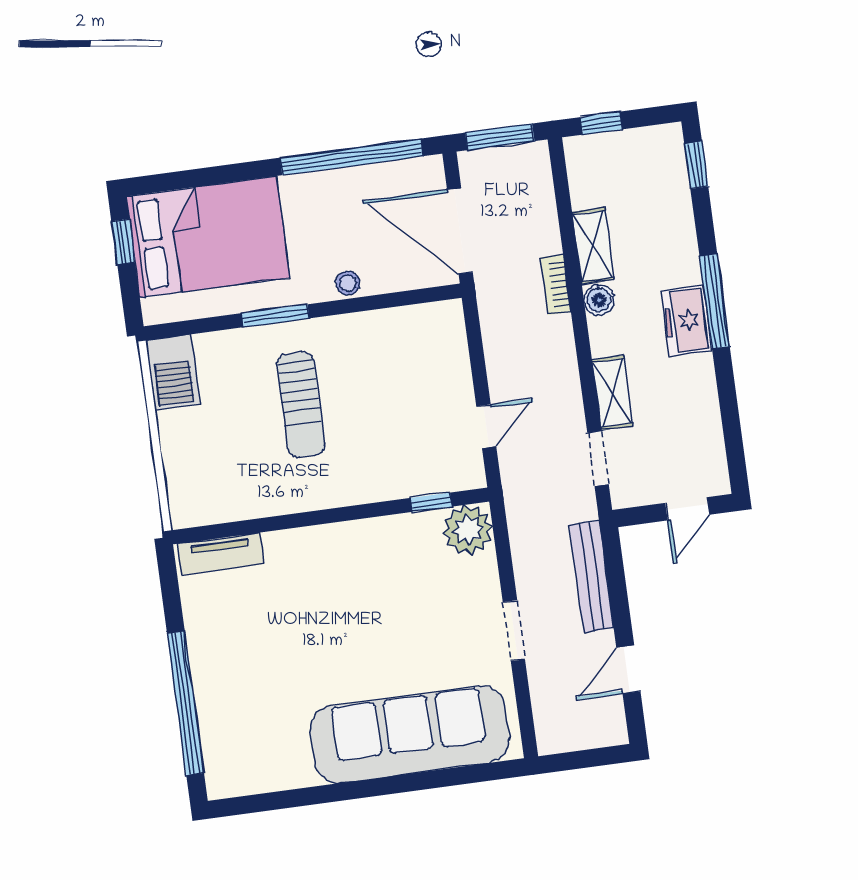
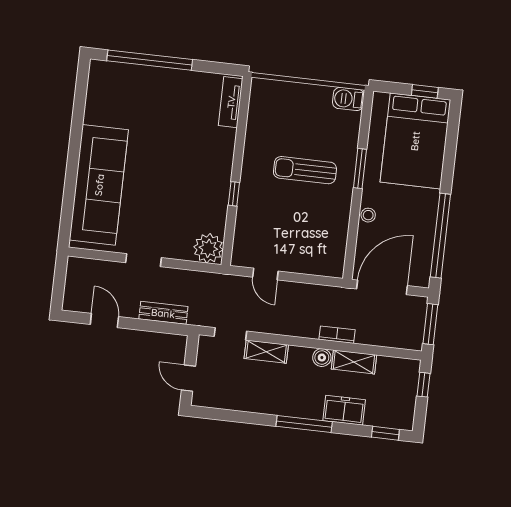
freezer: (686, 321) -> (344, 410), moved
barbecue: (173, 372) -> (348, 99), width x0.73, depth x0.79
window: (431, 502) -> (234, 194), moved
bench: (591, 576) -> (163, 313), width x0.73

